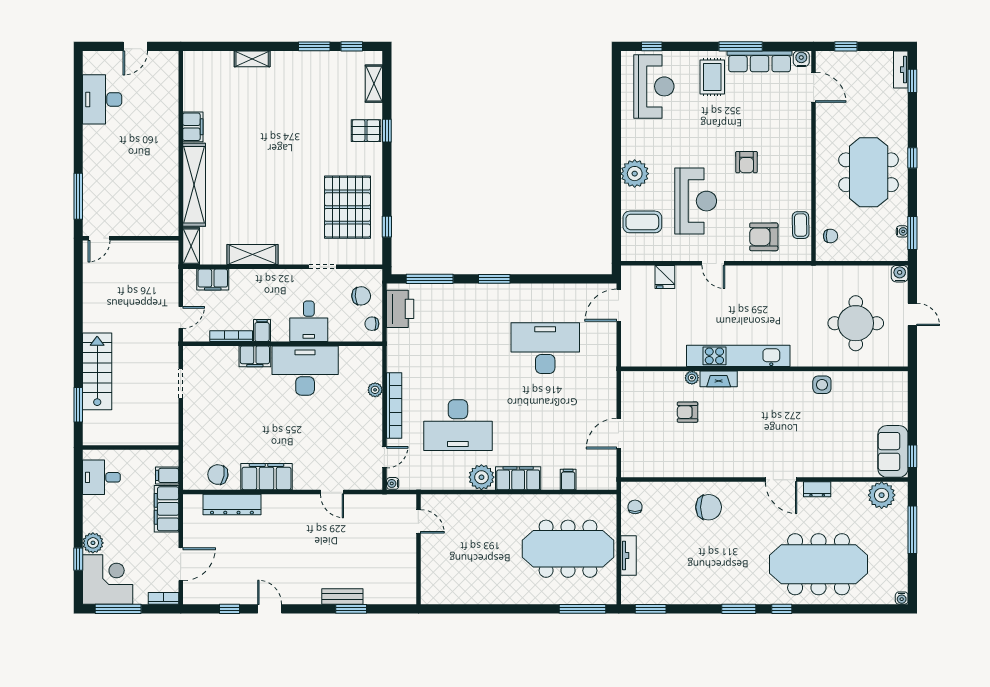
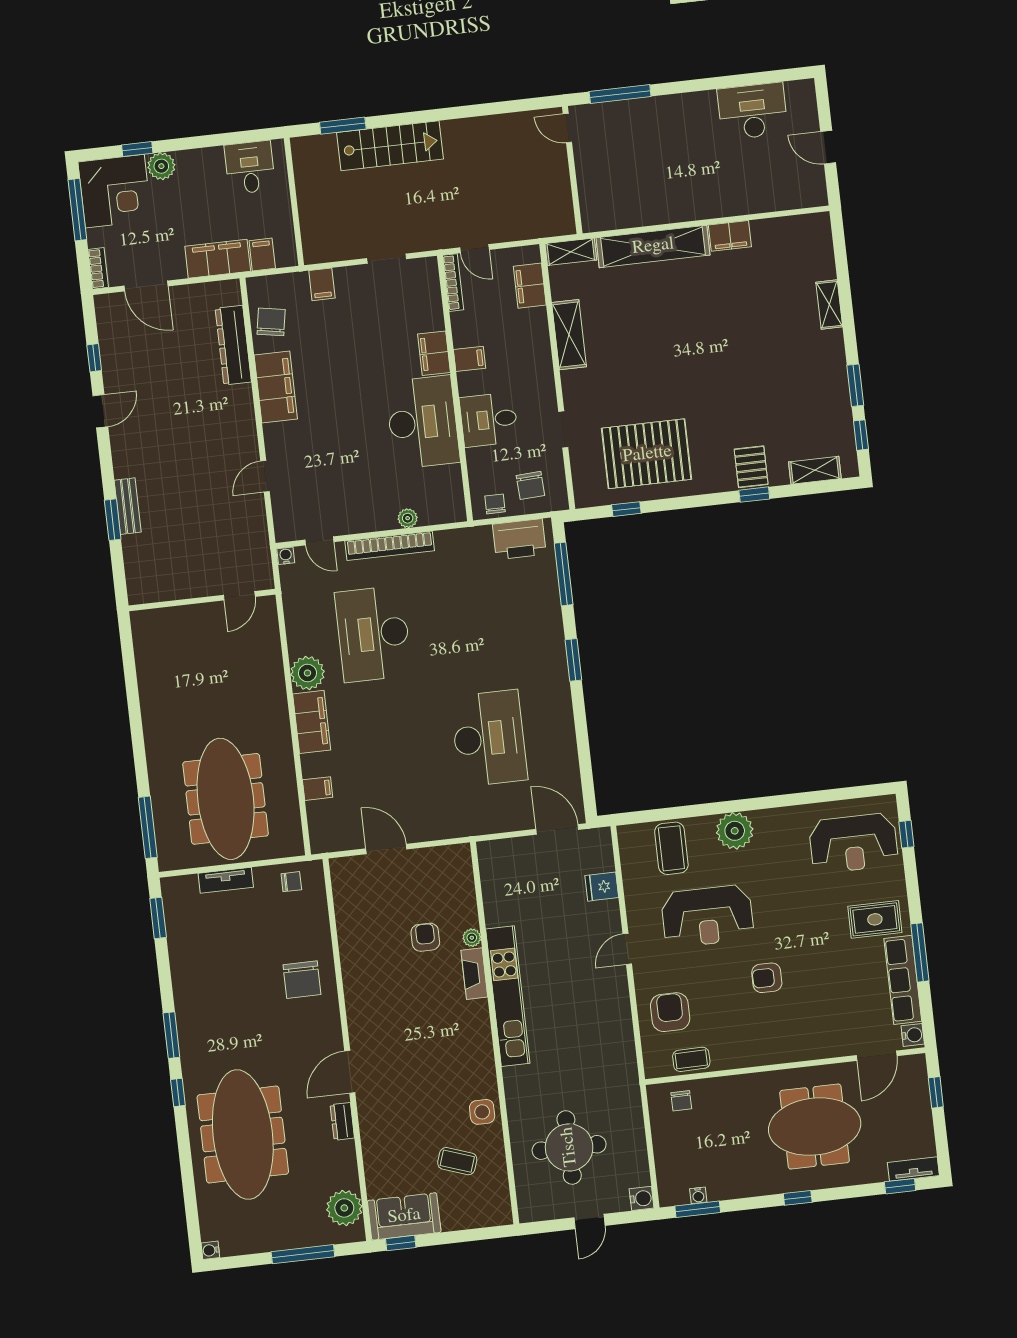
meeting table: (869, 172) -> (815, 1127), moved
bookcase: (231, 336) -> (453, 283), moved
coffee table: (856, 407) -> (457, 1161), added
filing cabinet: (194, 434) -> (322, 284), added

